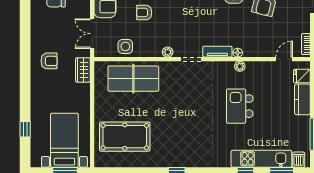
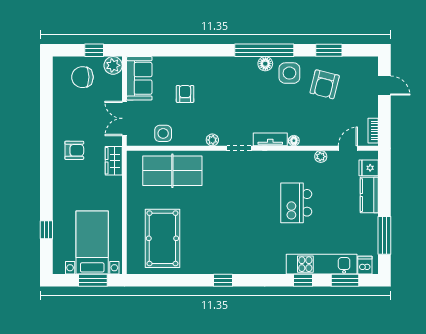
armchair: (144, 13) -> (185, 94), turned 90
plant: (240, 66) -> (321, 157), moved
pool table: (125, 137) -> (162, 238), turned 90

